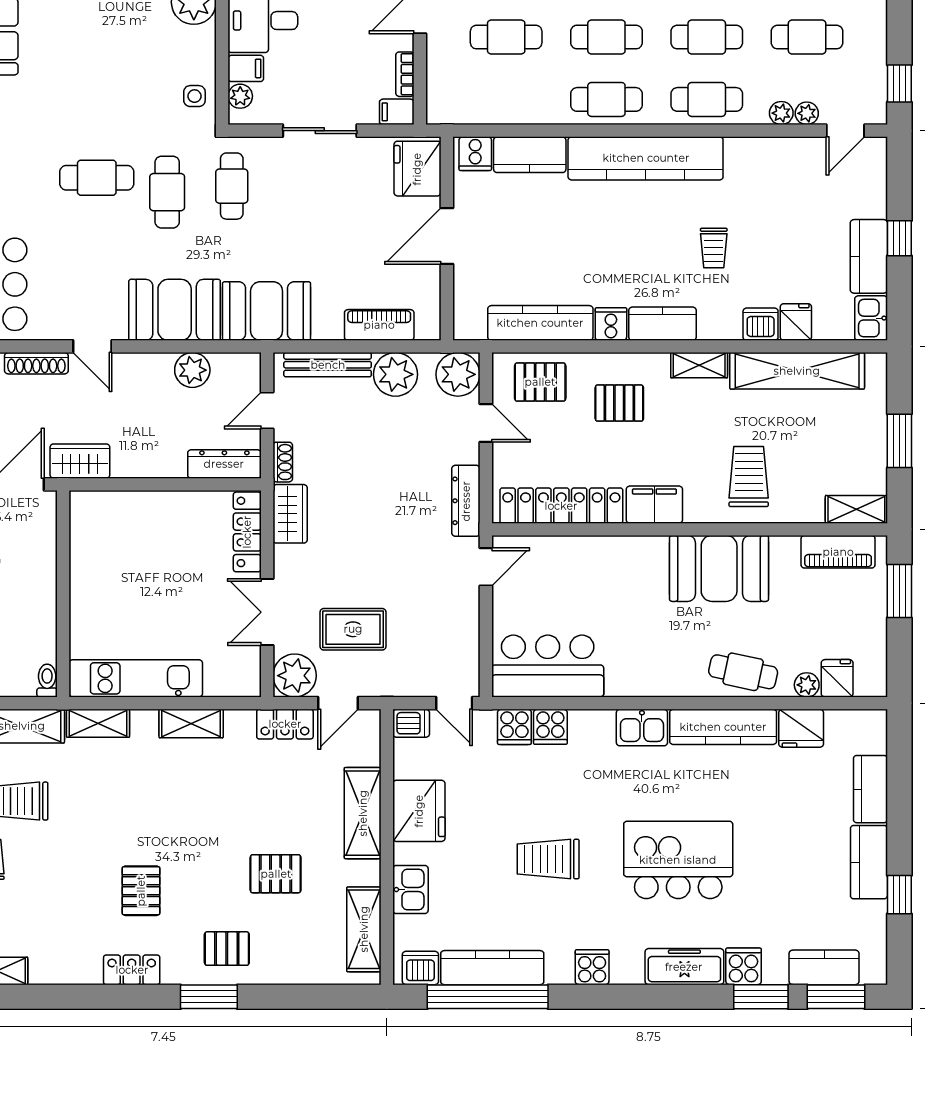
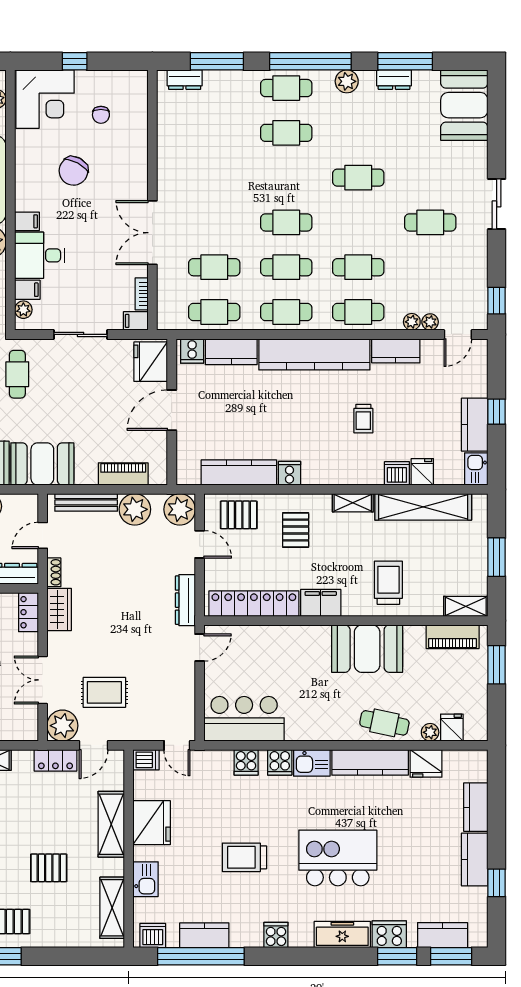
cafe table: (807, 37) -> (214, 312), moved
kitchen counter: (663, 324) -> (396, 351), moved, turned 180
pallet: (619, 403) -> (296, 530), turned 90
locker: (247, 532) -> (28, 612), width x0.66
cooker: (514, 727) -> (280, 762), moved
cooker: (744, 966) -> (389, 934), width x1.36
kitchen counter: (492, 968) -> (204, 935), width x0.67

